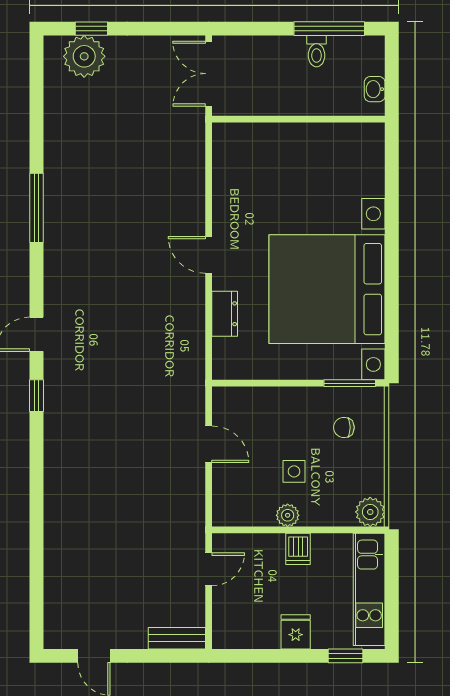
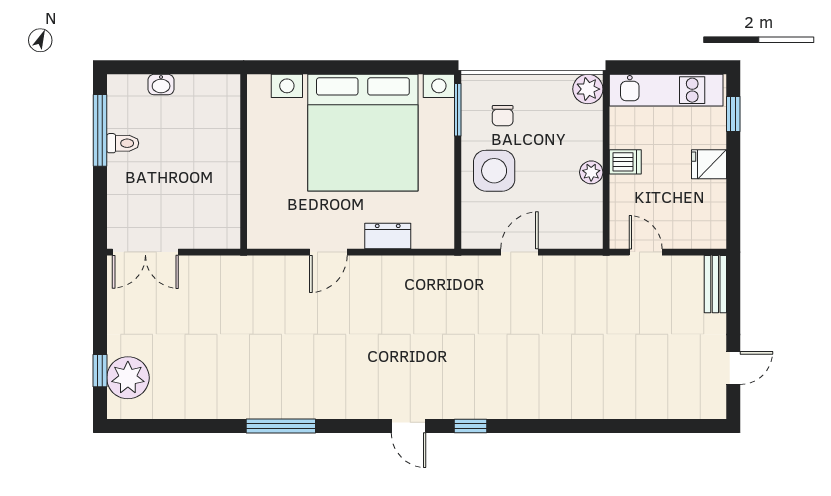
wall: (298, 119) -> (244, 161), moved
side table: (294, 471) -> (494, 171), moved, width x1.87, depth x1.87

